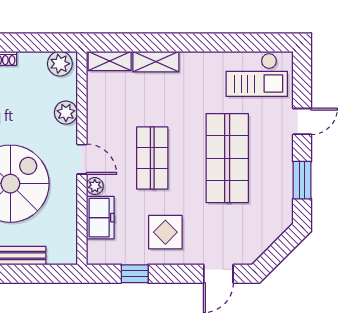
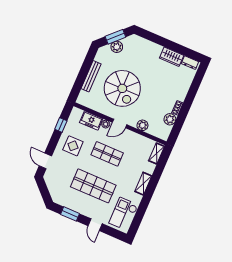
shelving: (156, 62) -> (143, 184), moved
plant: (60, 64) -> (170, 119), moved

